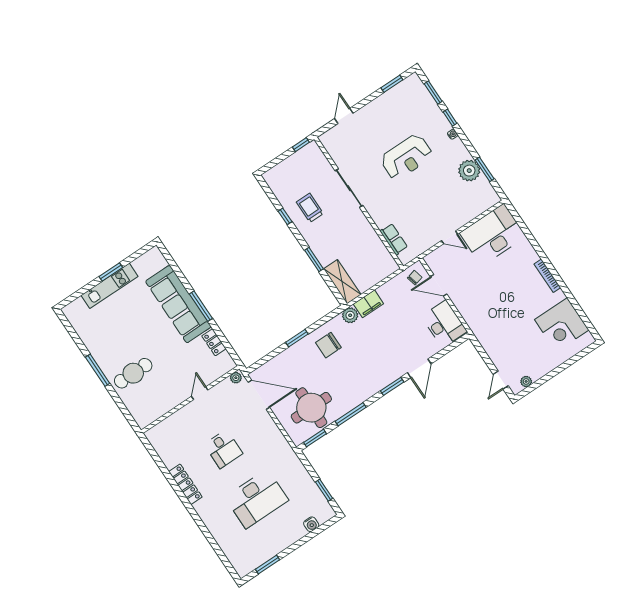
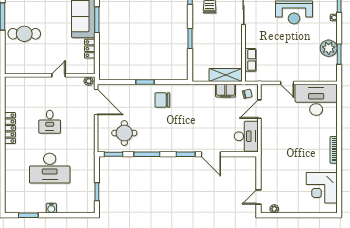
shelving: (342, 282) -> (226, 75), moved, turned 90
door: (439, 285) -> (259, 109), hinge flipped
filing cabinet: (368, 304) -> (226, 91), moved
plant: (350, 315) -> (189, 90), removed
door: (419, 368) -> (211, 154), hinge flipped
round table: (311, 408) -> (124, 133), width x0.73, depth x0.73
water cooler: (311, 524) -> (51, 208), moved

